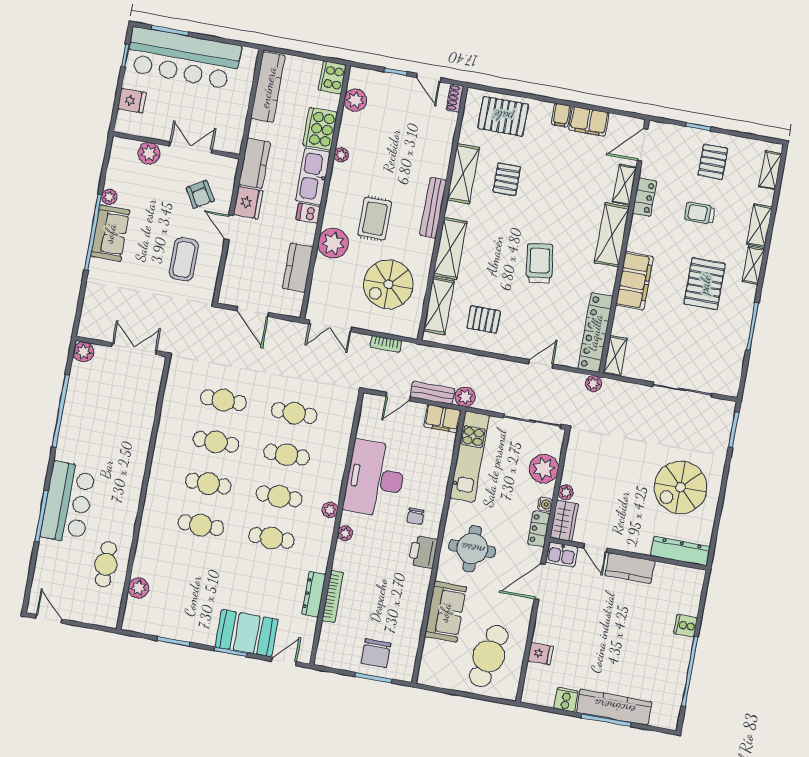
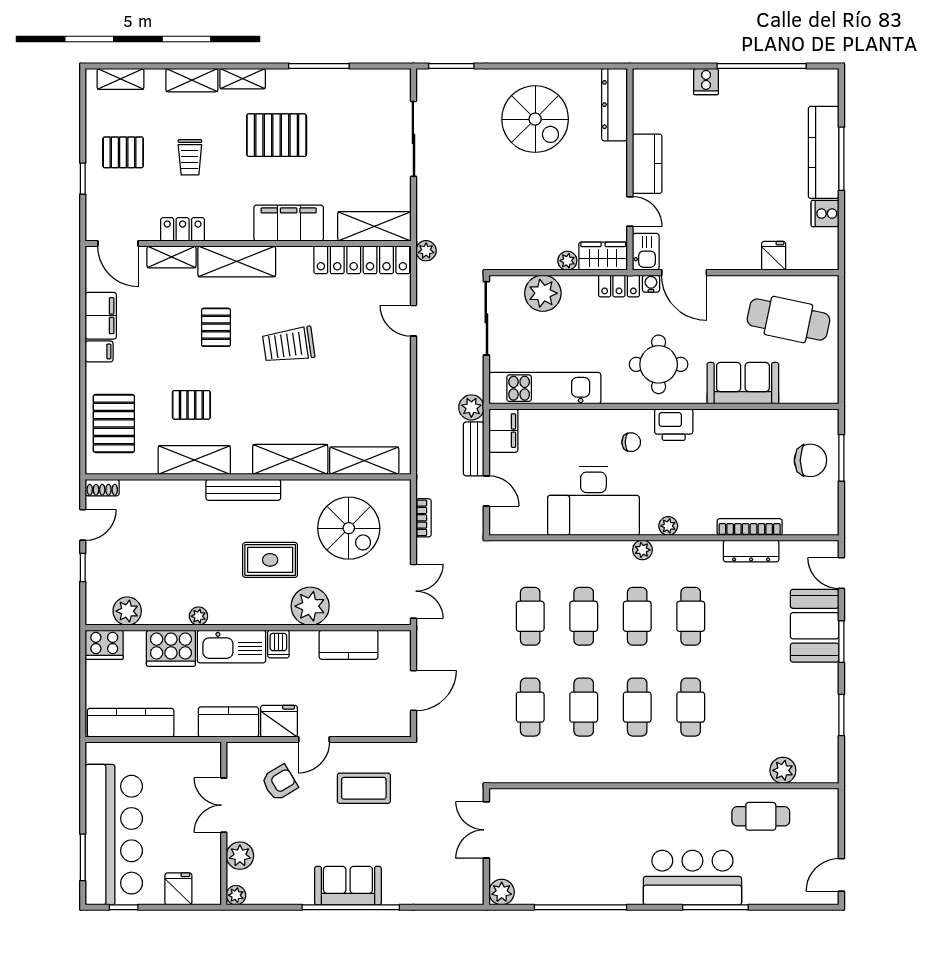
plant: (109, 197) -> (236, 895), moved
pallet: (484, 319) -> (216, 327), moved
shelving: (615, 356) -> (374, 226), width x1.50, depth x1.33
water cooler: (545, 504) -> (651, 284), moved
door: (595, 548) -> (630, 211), hinge flipped

